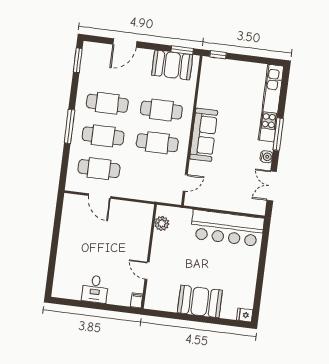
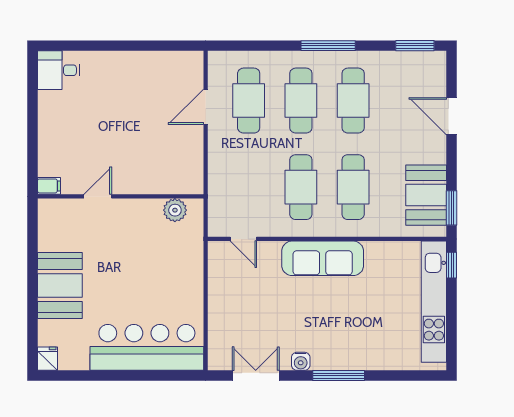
kitchen unit: (271, 103) -> (434, 302), moved, turned -90
window: (69, 126) -> (328, 46), moved
bar counter: (227, 228) -> (147, 347), moved, turned 90
desk: (95, 289) -> (59, 70), moved

